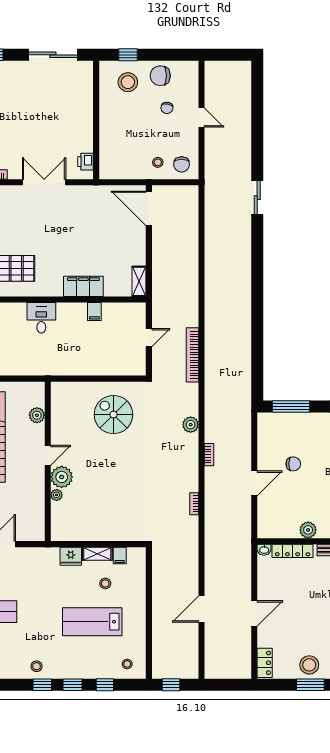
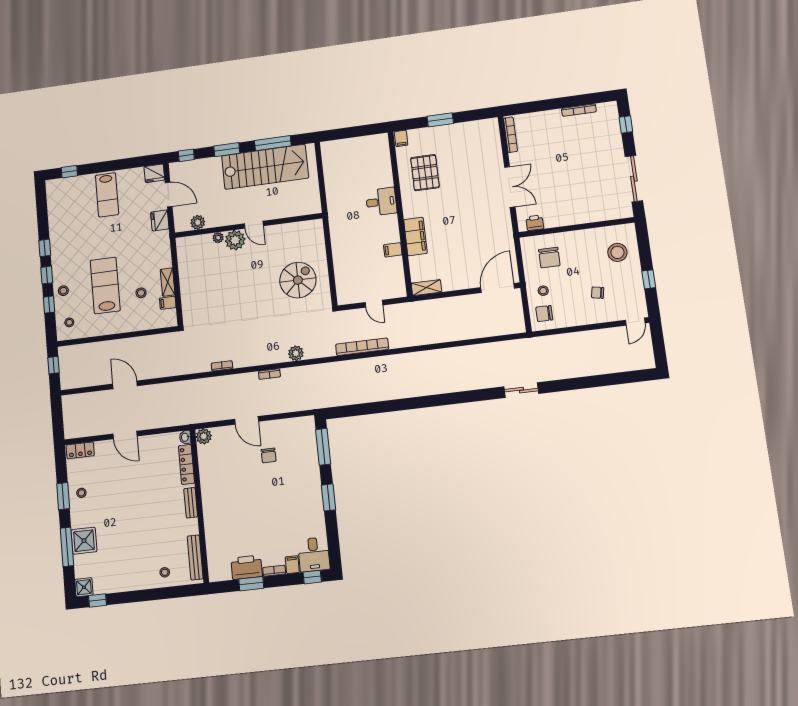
window: (128, 55) -> (649, 279), moved
chair: (160, 76) -> (549, 258), moved, turned 180
door: (202, 117) -> (635, 322), moved
plant: (37, 415) -> (198, 222), moved
plant: (308, 530) -> (204, 436), moved
fridge: (71, 556) -> (160, 220), moved
stool: (309, 665) -> (81, 493), width x0.53, depth x0.53
stool: (36, 666) -> (63, 291), moved

